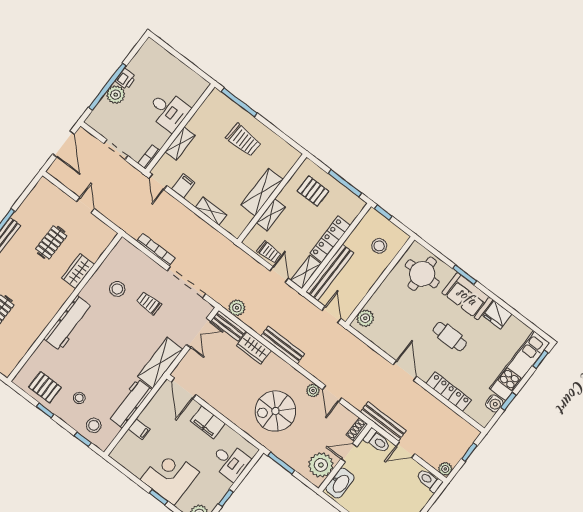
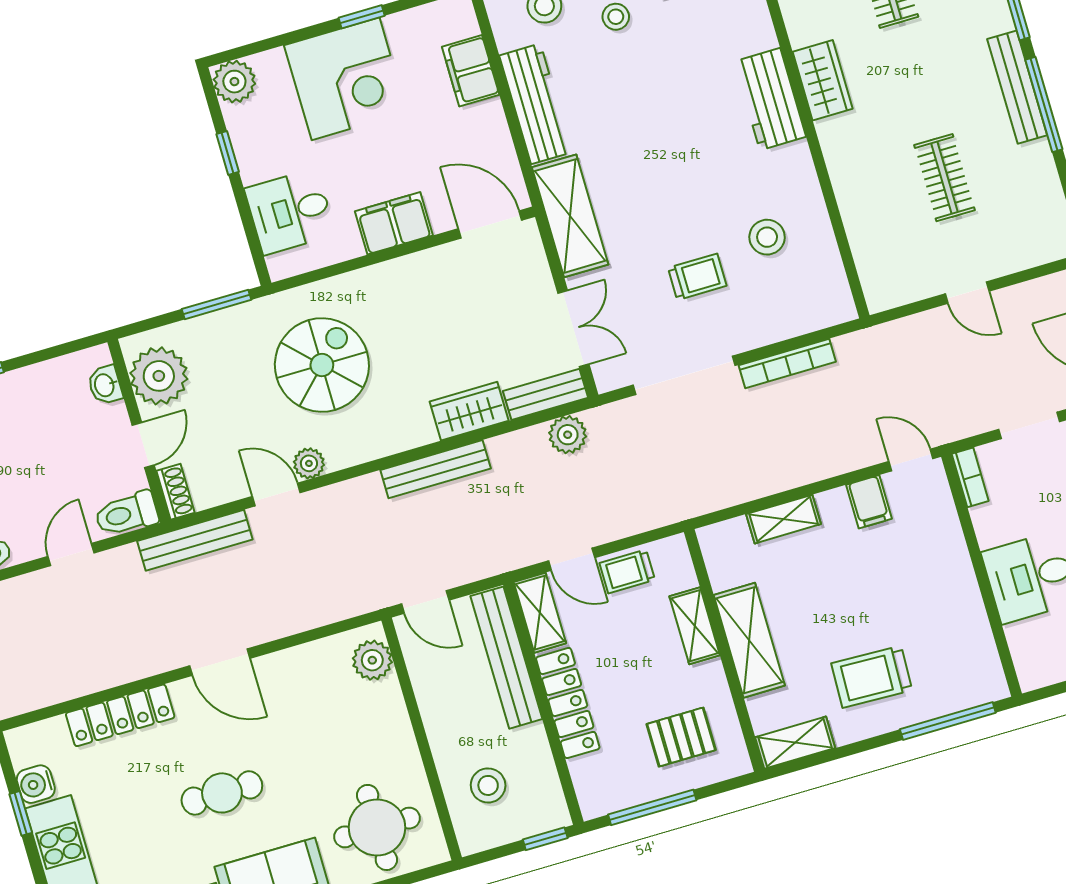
shelving: (180, 143) -> (795, 743), moved, turned 90
wardrobe: (78, 271) -> (823, 80), moved
workbench: (68, 323) -> (770, 99), width x0.73
double door: (198, 333) -> (573, 328), swing flipped
bench: (383, 421) -> (195, 540), moved
filing cabinet: (139, 429) -> (471, 71), width x2.00
washbasin: (340, 483) -> (105, 385), width x0.52, depth x0.69
window: (158, 497) -> (362, 17), moved

